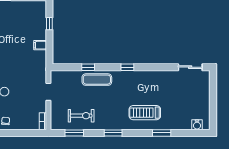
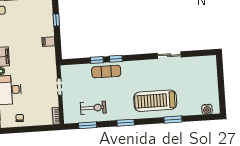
window: (127, 67) -> (116, 59), moved
sliding door: (190, 67) -> (169, 55), moved
treadmill: (145, 113) -> (155, 101), width x1.37, depth x1.38

